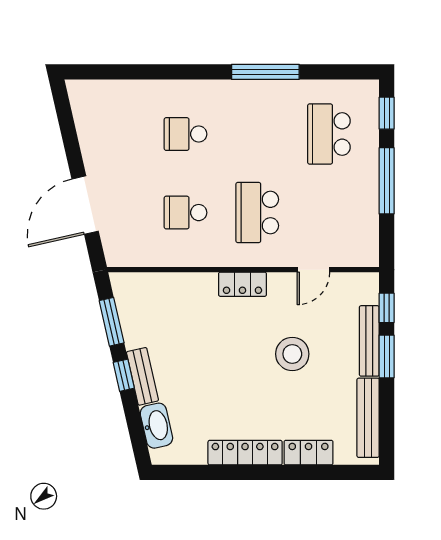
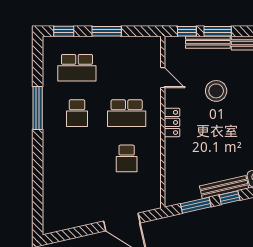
school desk: (186, 134) -> (77, 113), moved
window: (387, 181) -> (107, 31), width x0.69
bench: (142, 376) -> (224, 187), width x1.36

